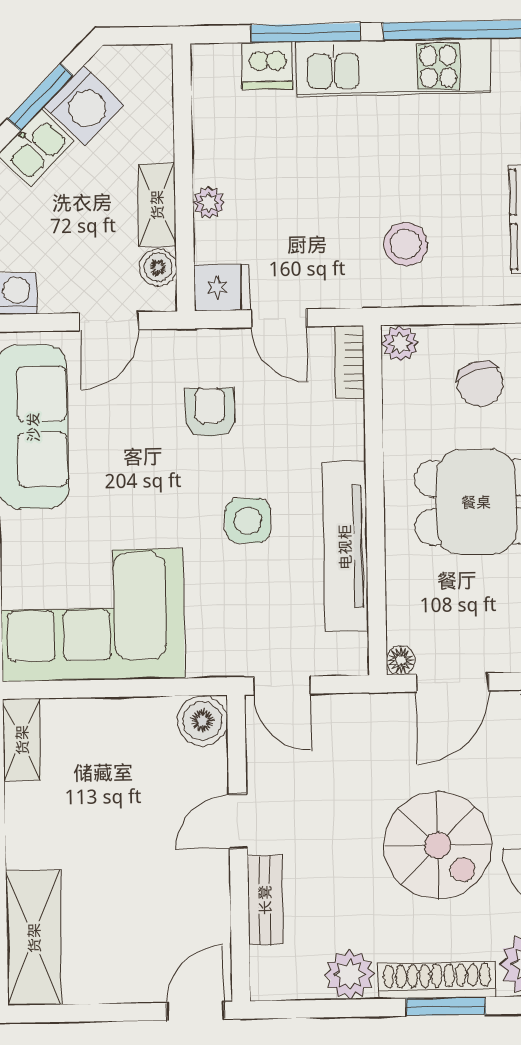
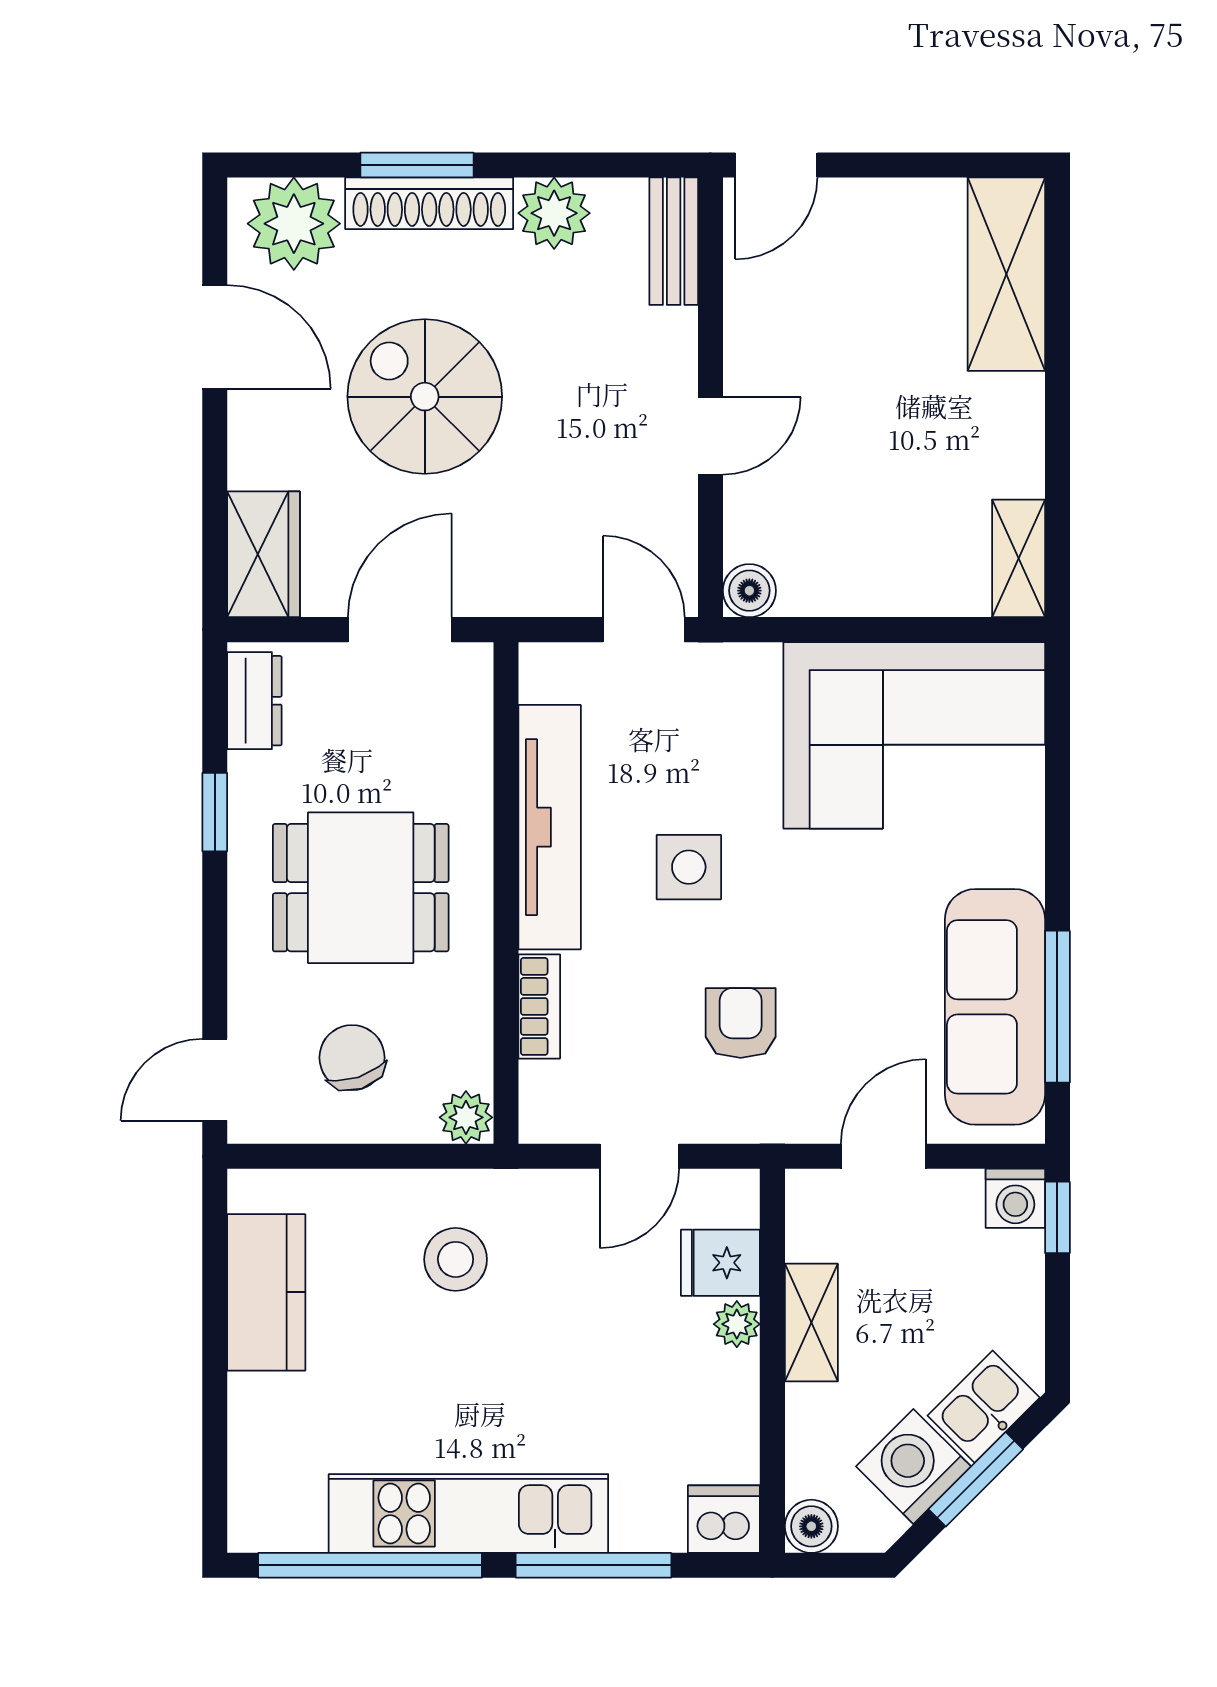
dishwasher: (267, 66) -> (724, 1519), moved
boiler: (158, 268) -> (811, 1526), moved
fridge: (222, 288) -> (720, 1263), moved
door: (279, 318) -> (639, 1156), swing flipped
bookcase: (349, 362) -> (539, 1006), moved
armchair: (210, 412) -> (741, 1023), turned 180
floor lamp: (401, 660) -> (473, 663), removed
boiler: (202, 721) -> (749, 591), width x0.73, depth x0.73
bench: (265, 900) -> (674, 241), moved

